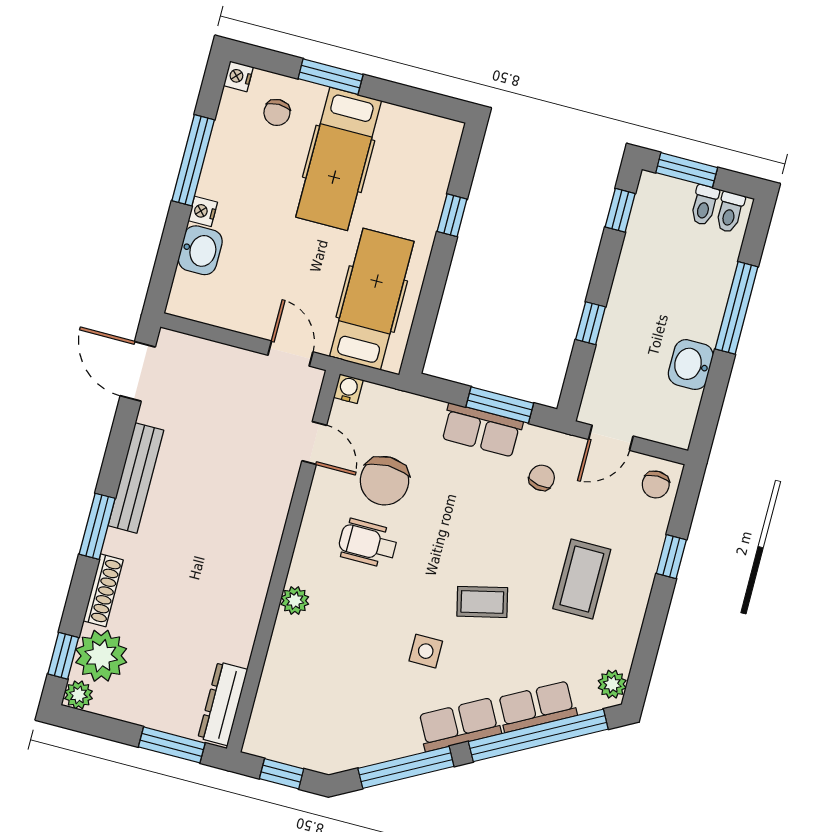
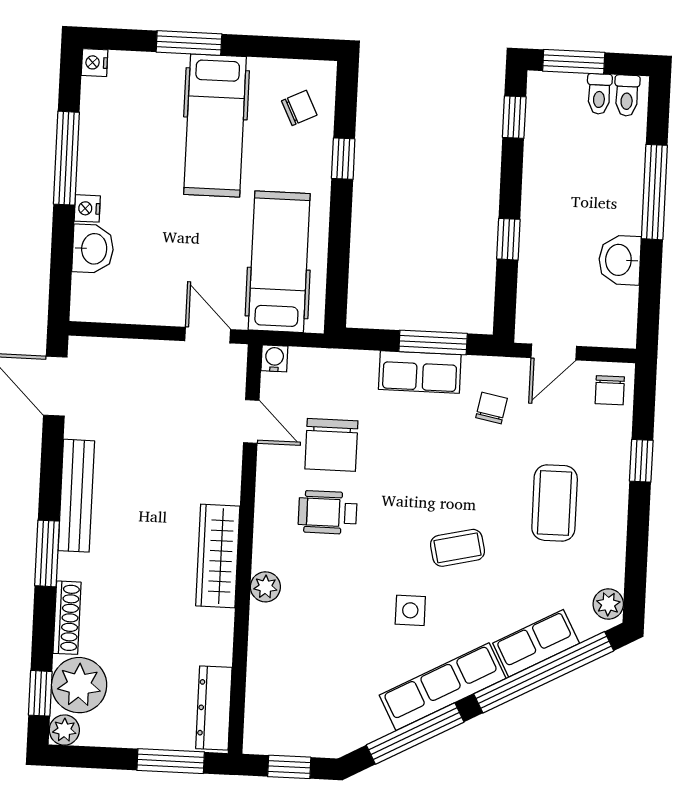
chair: (277, 113) -> (299, 108), moved, turned -116
wardrobe: (256, 562) -> (218, 556), added
row of seats: (459, 724) -> (443, 687), width x1.48

